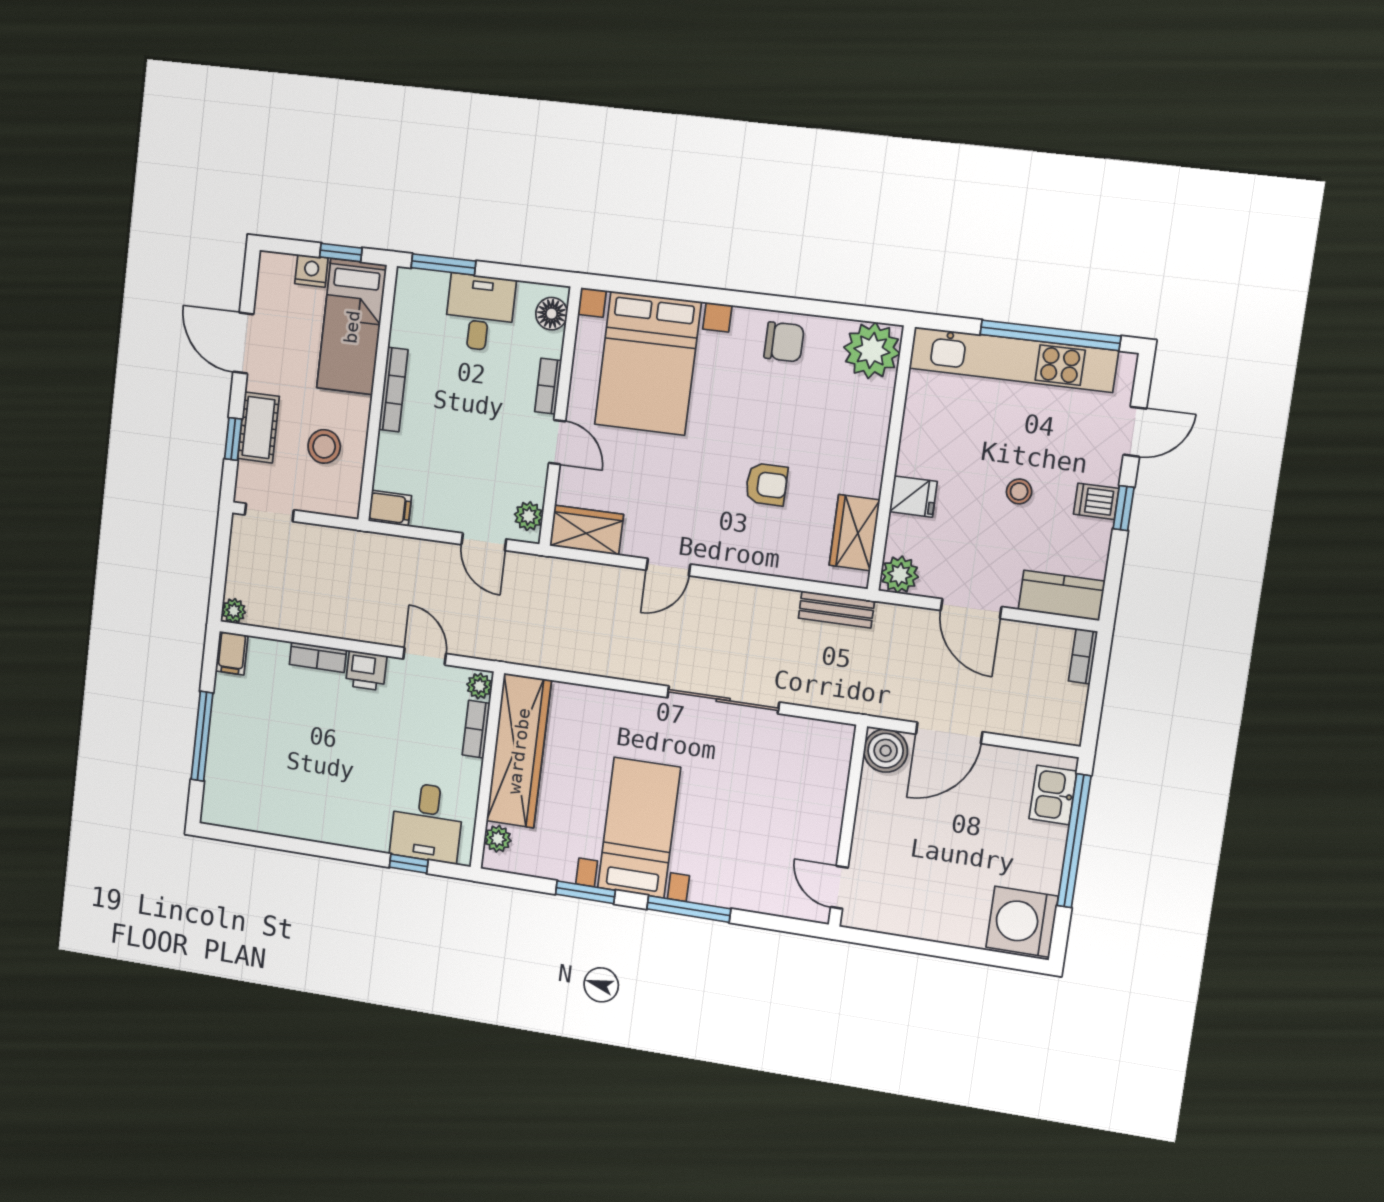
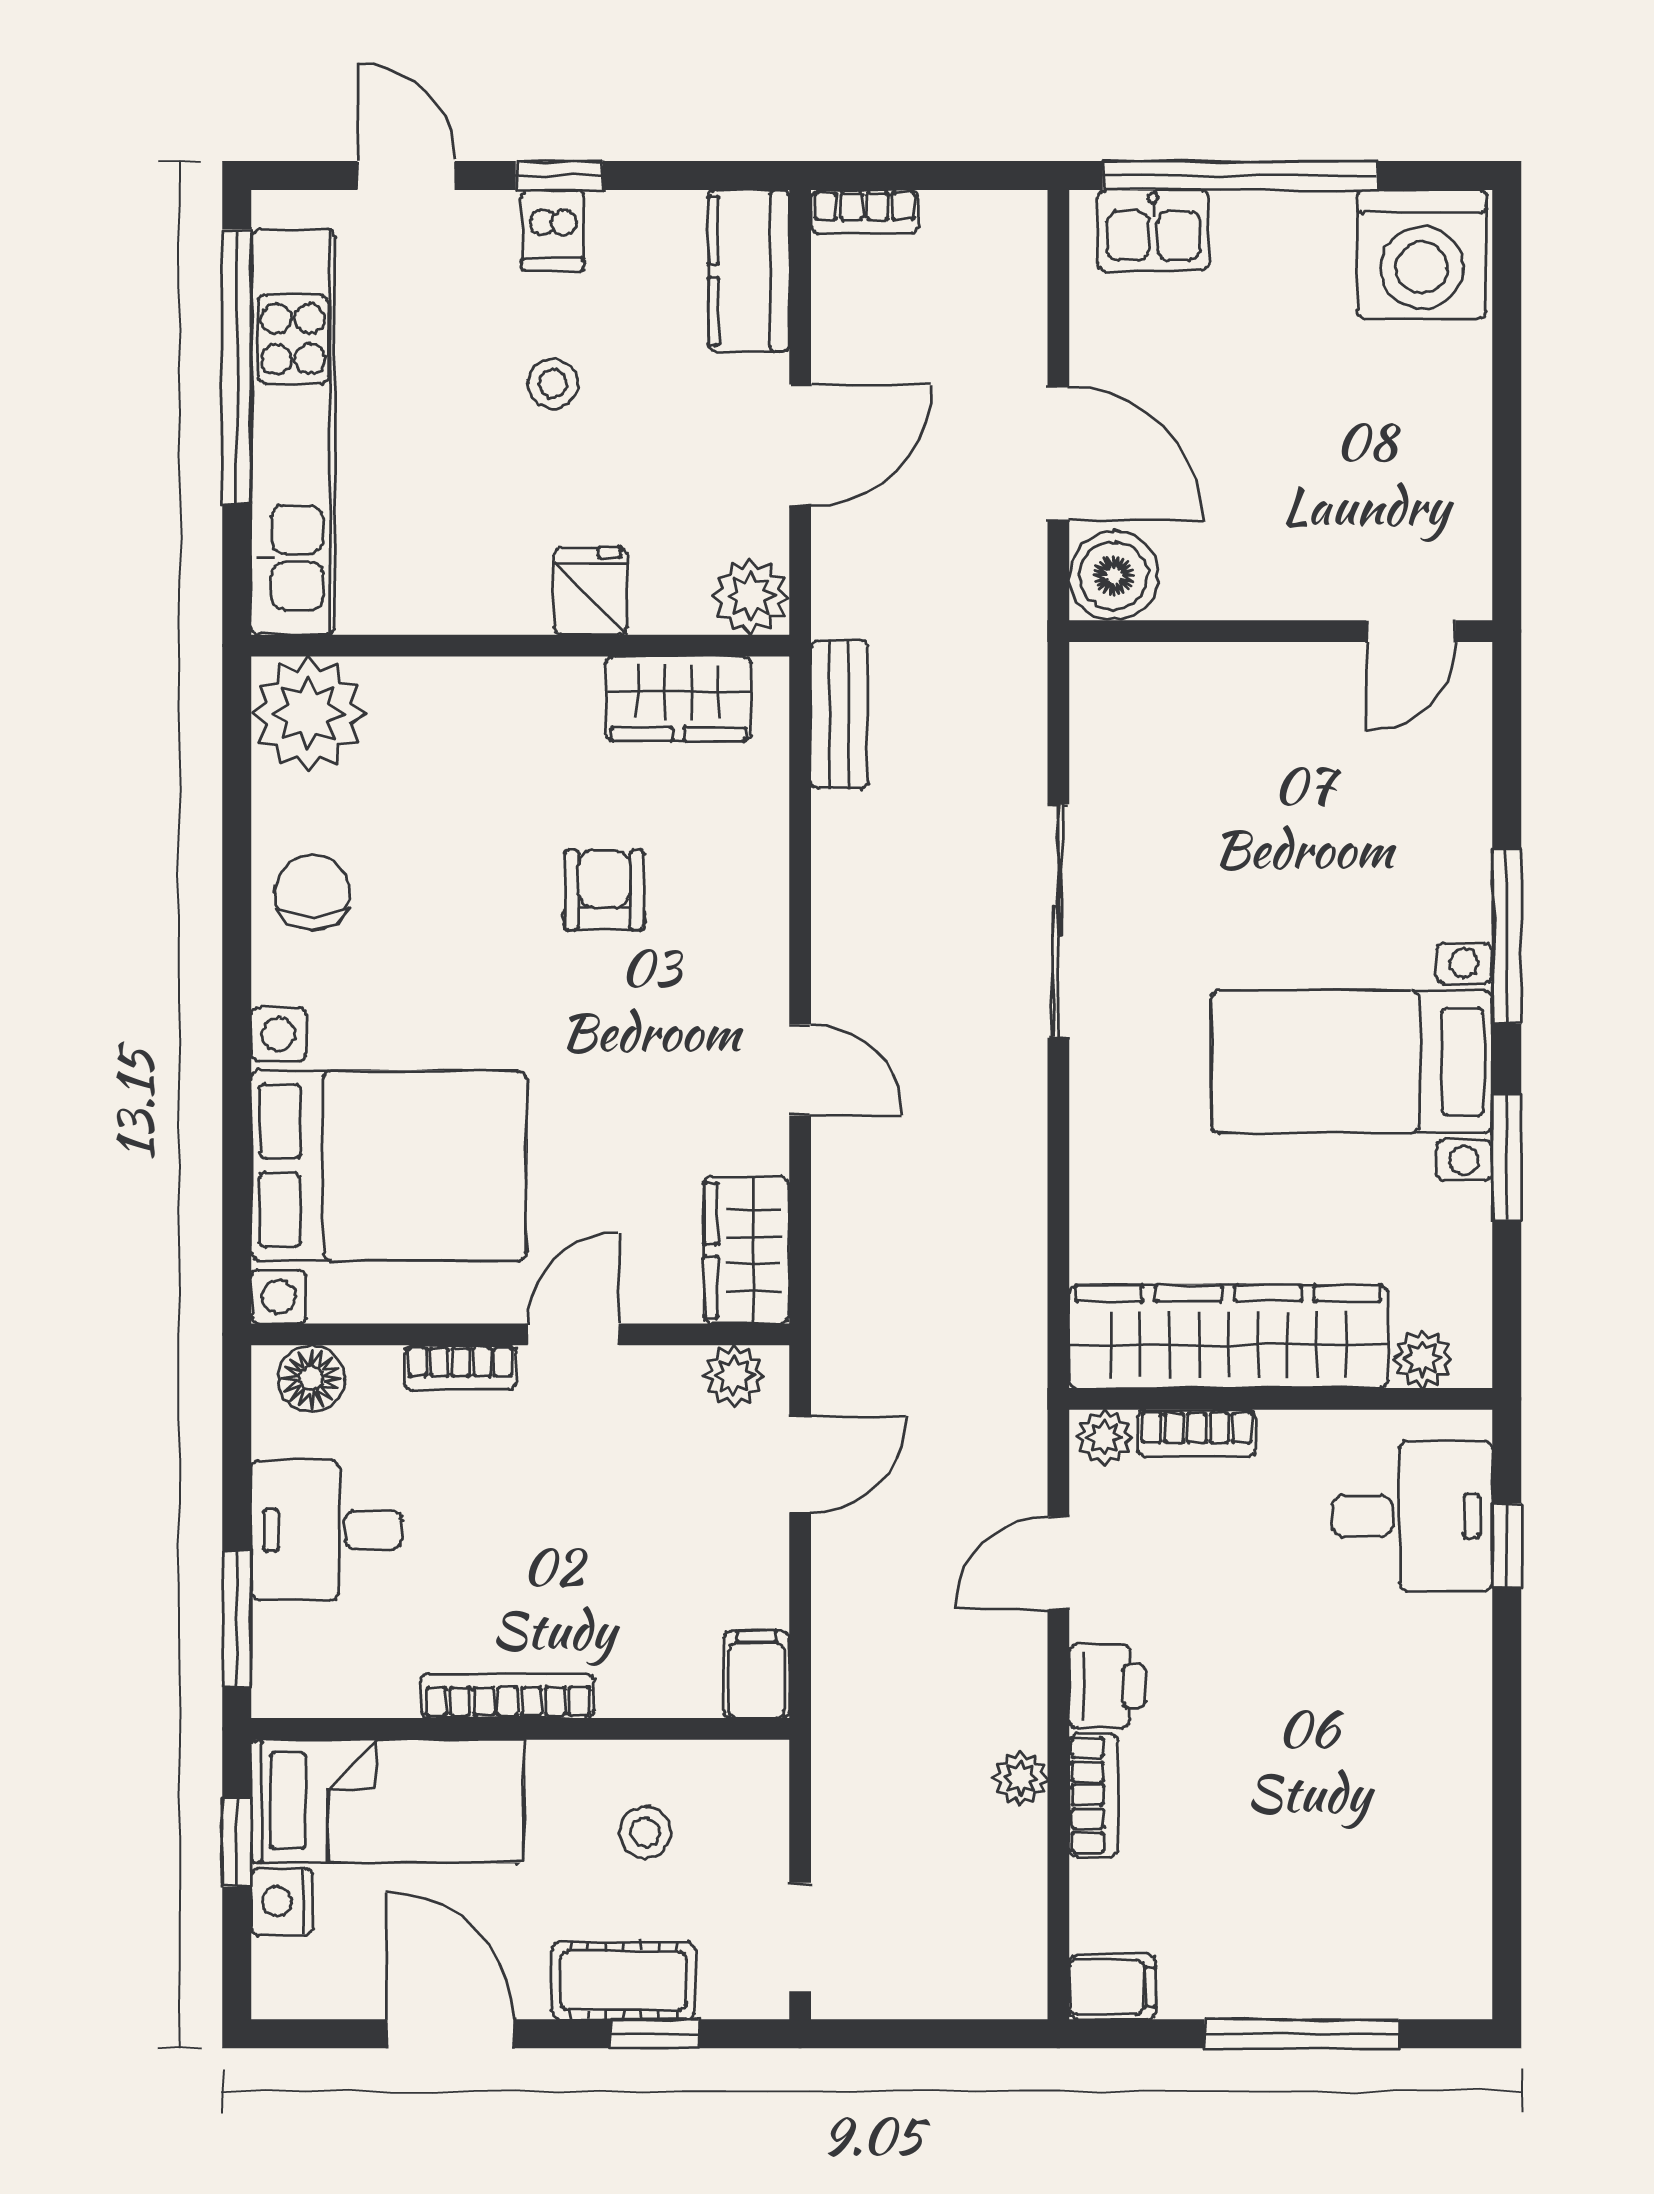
door: (243, 343) -> (450, 2034), swing flipped
stool: (324, 446) -> (645, 1832), width x0.73, depth x0.73
plant: (234, 611) -> (1021, 1778), moved

